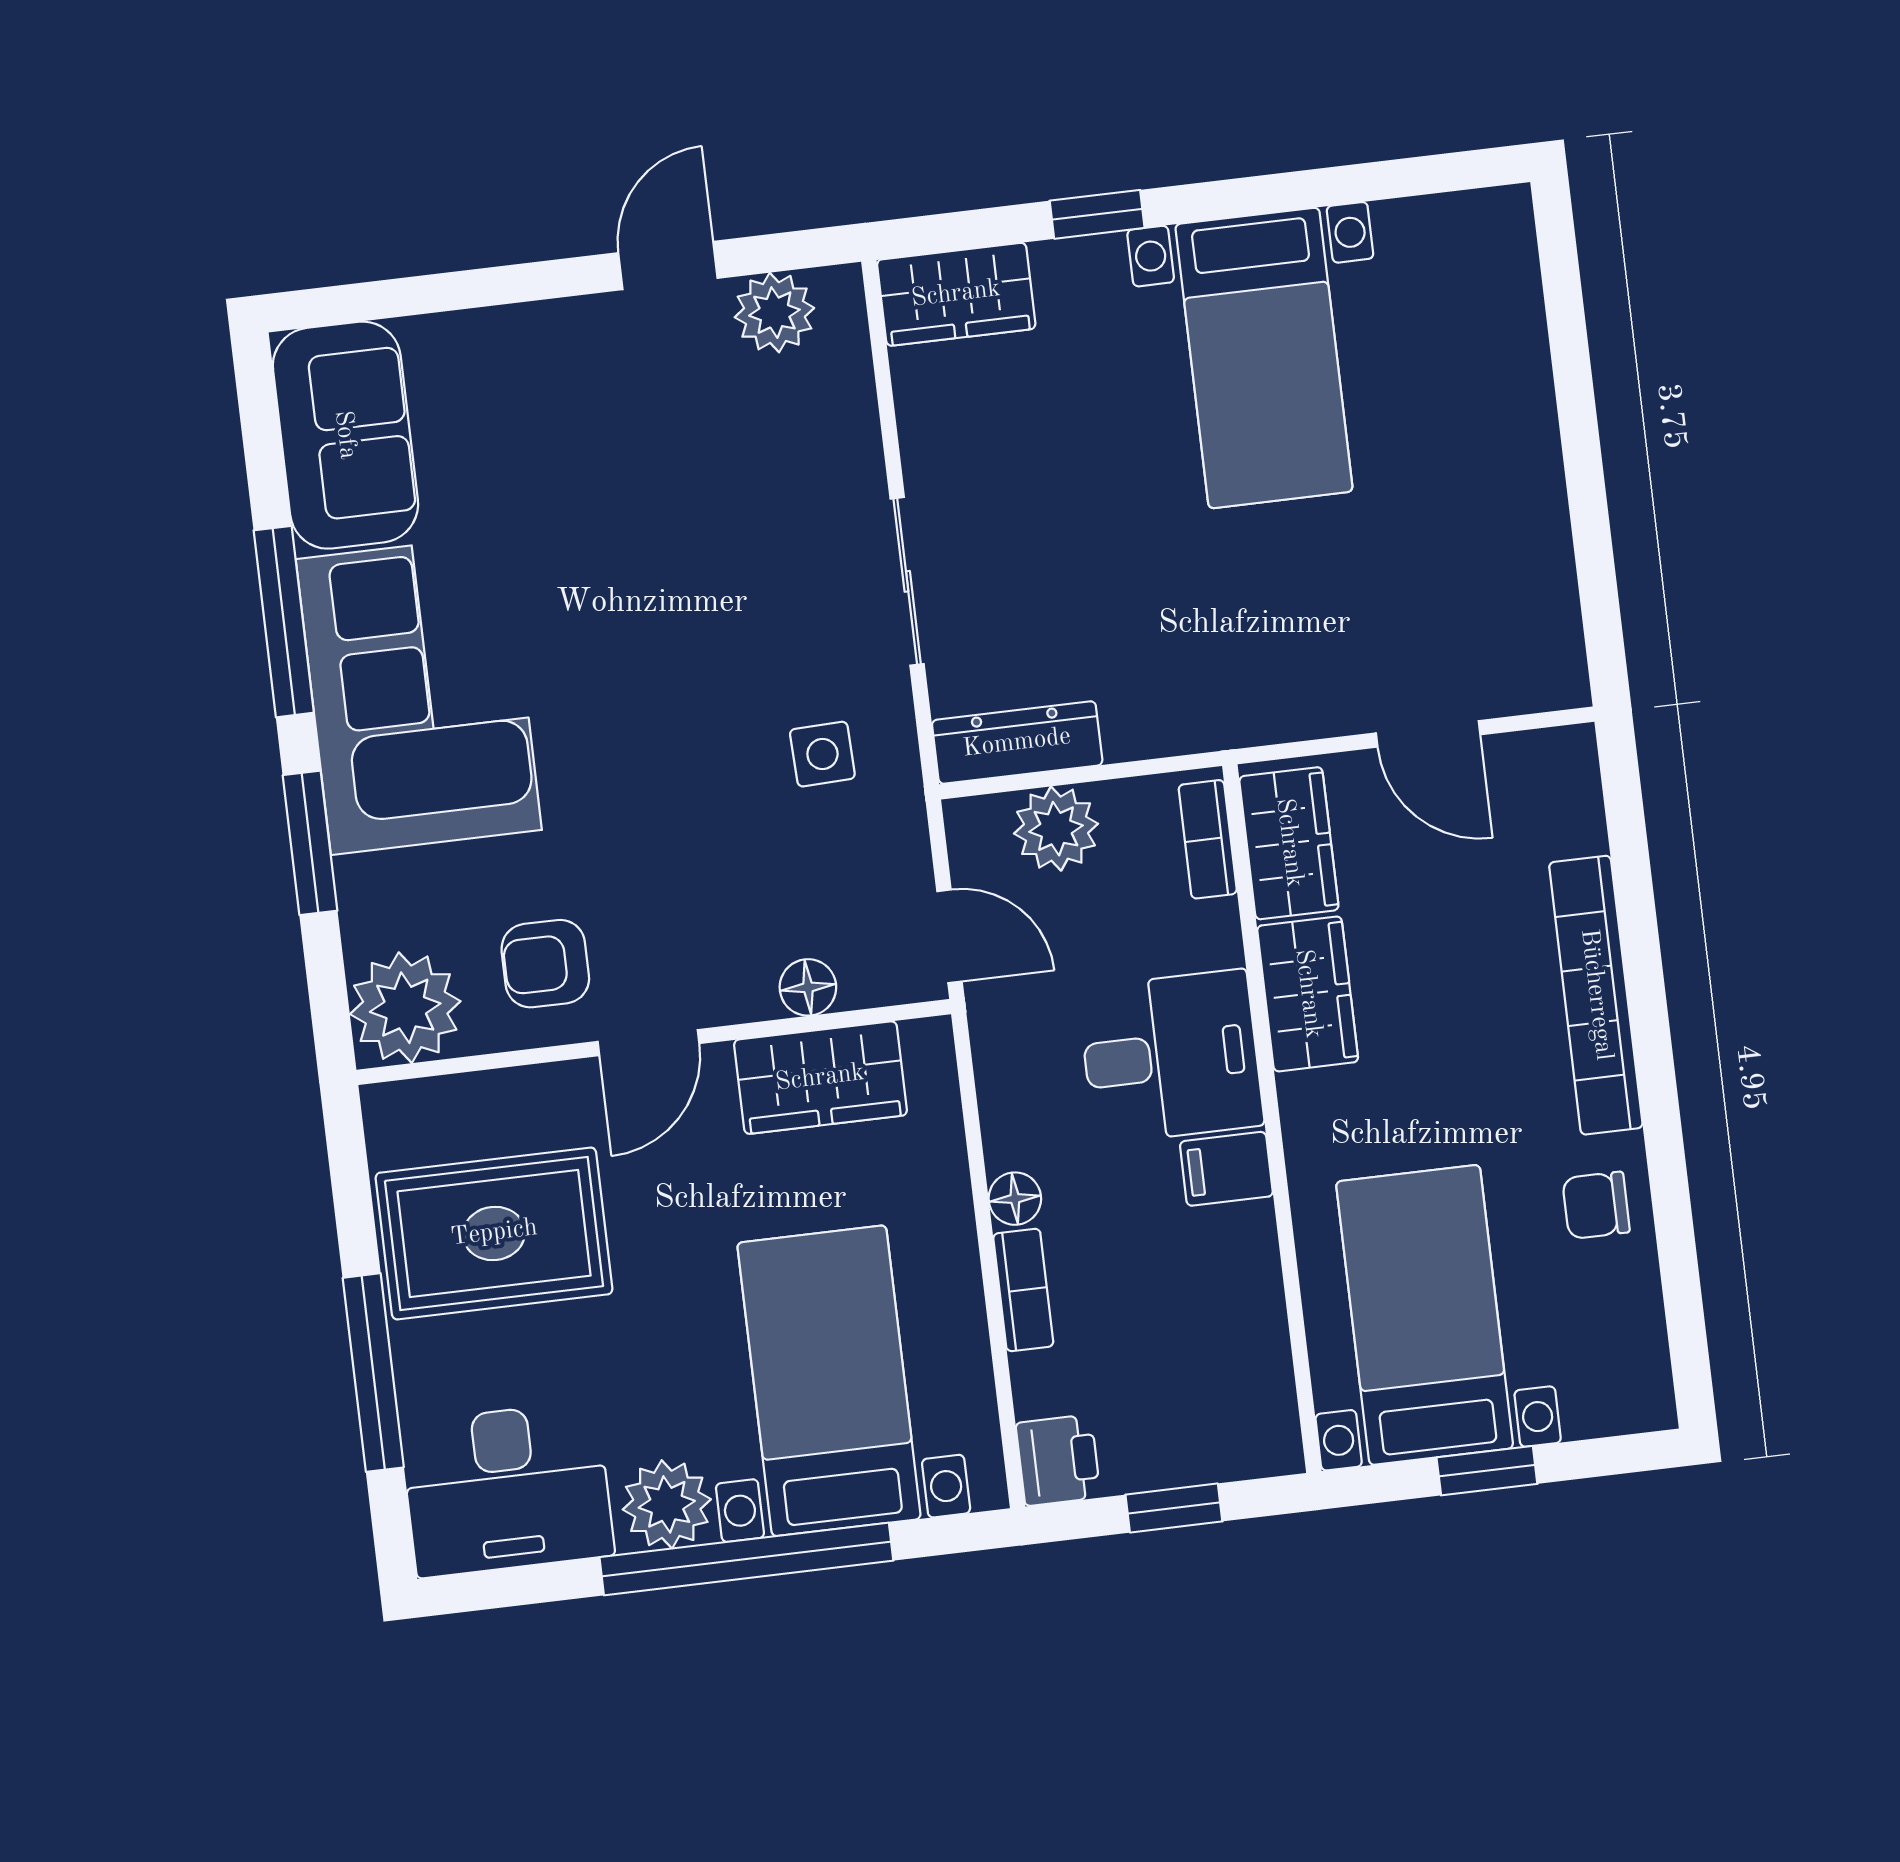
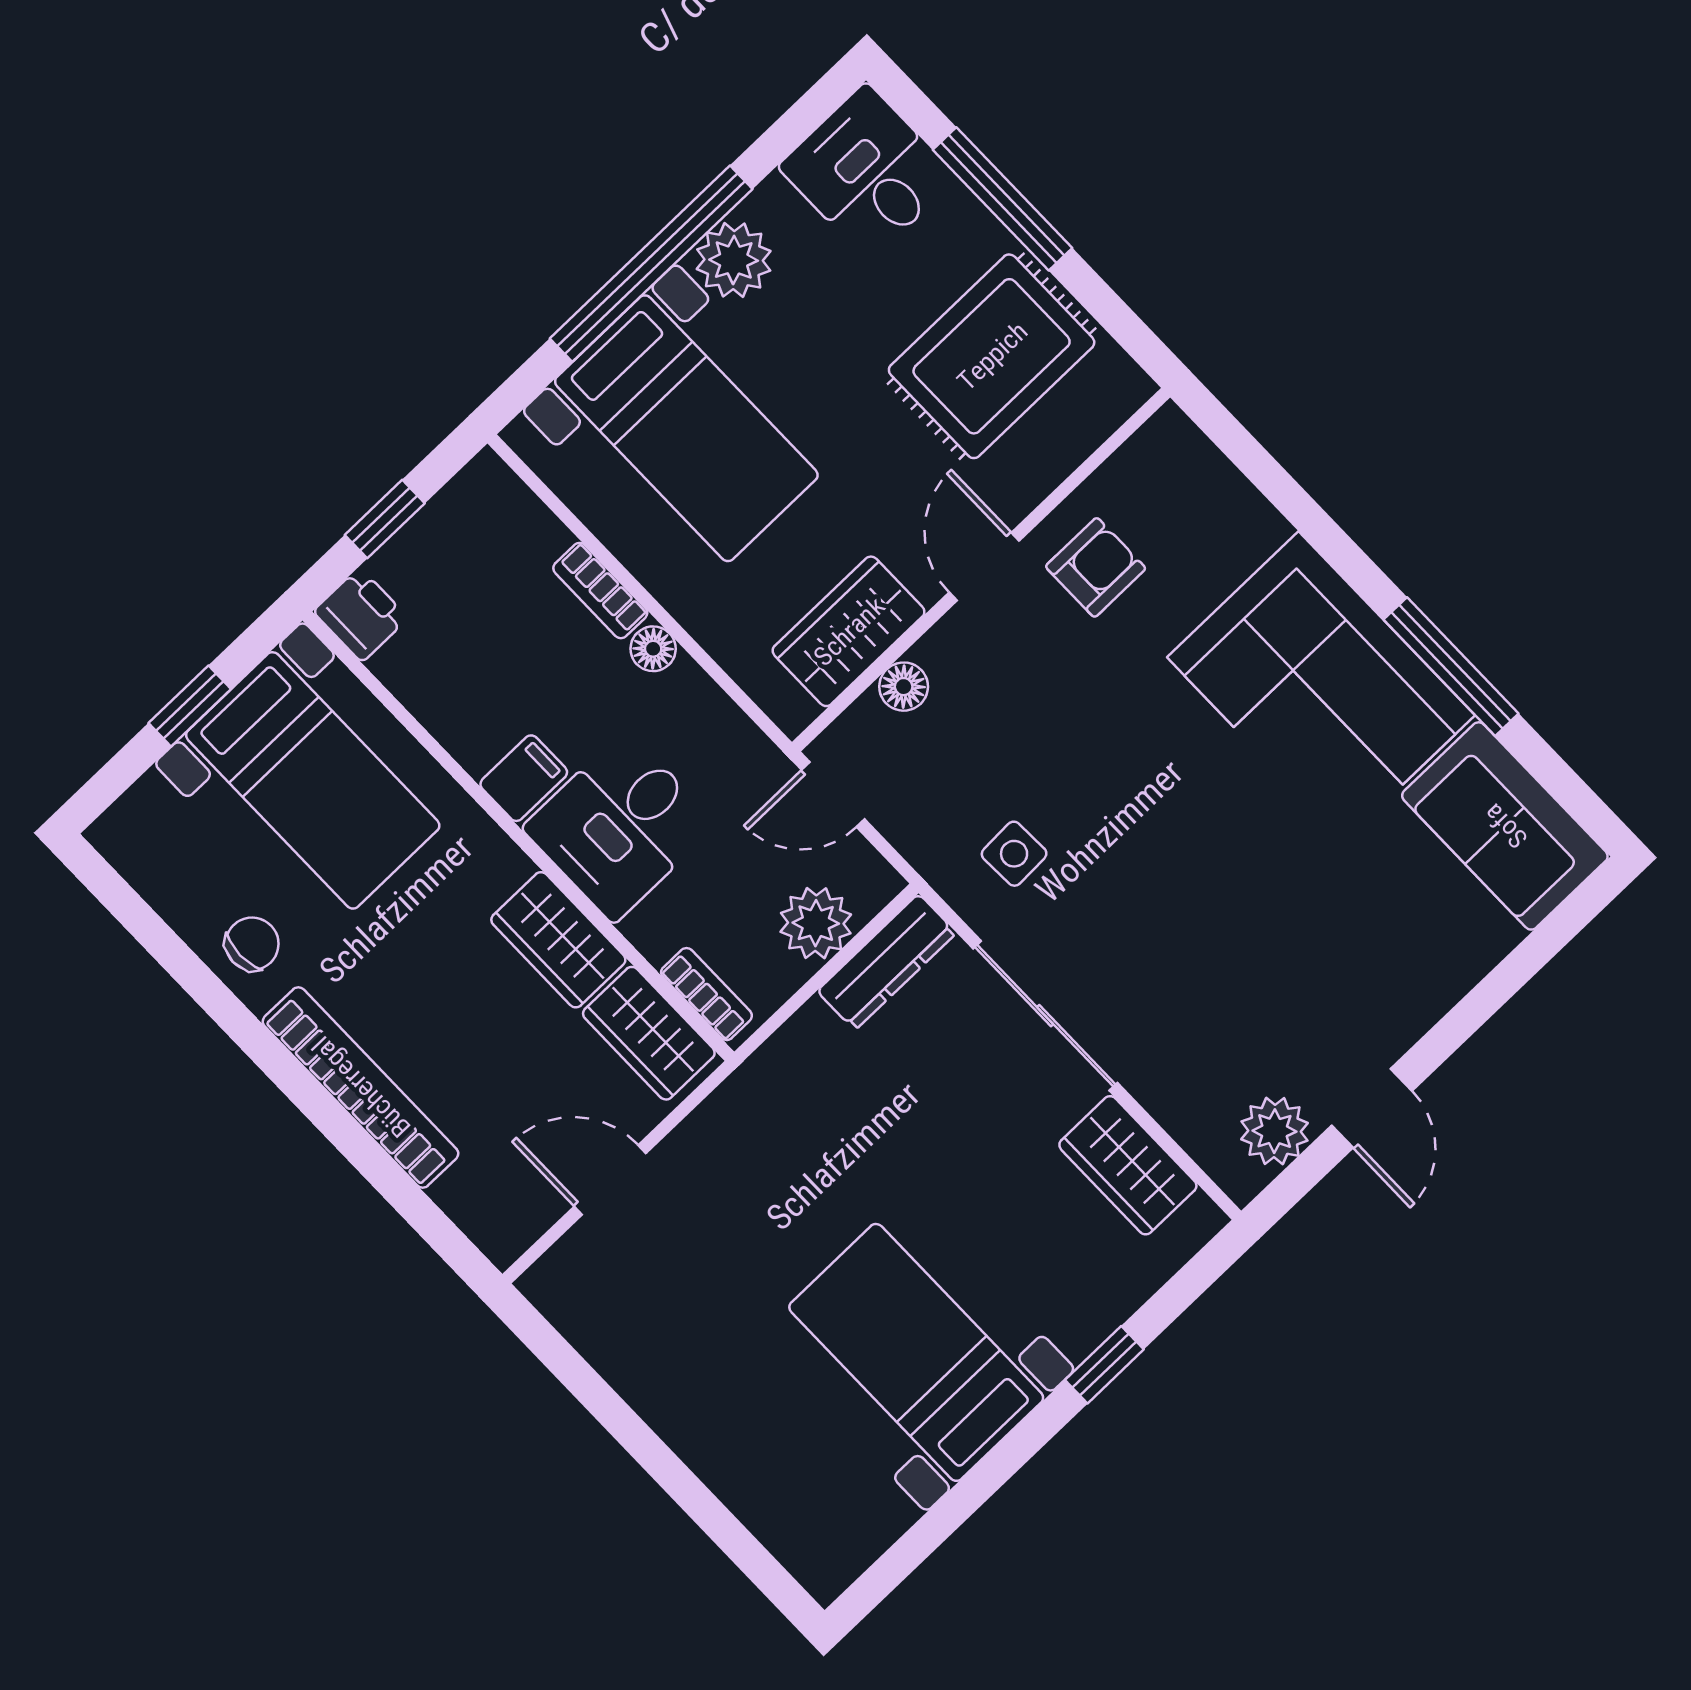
wardrobe: (956, 294) -> (1128, 1165), moved, turned -90
sliding door: (907, 581) -> (1045, 1016), width x1.37
window: (310, 843) -> (1319, 529), removed
plant: (405, 1008) -> (1169, 465), removed
printer: (1058, 1460) -> (361, 615), moved, turned 180
desk: (507, 1489) -> (868, 172), width x0.73

